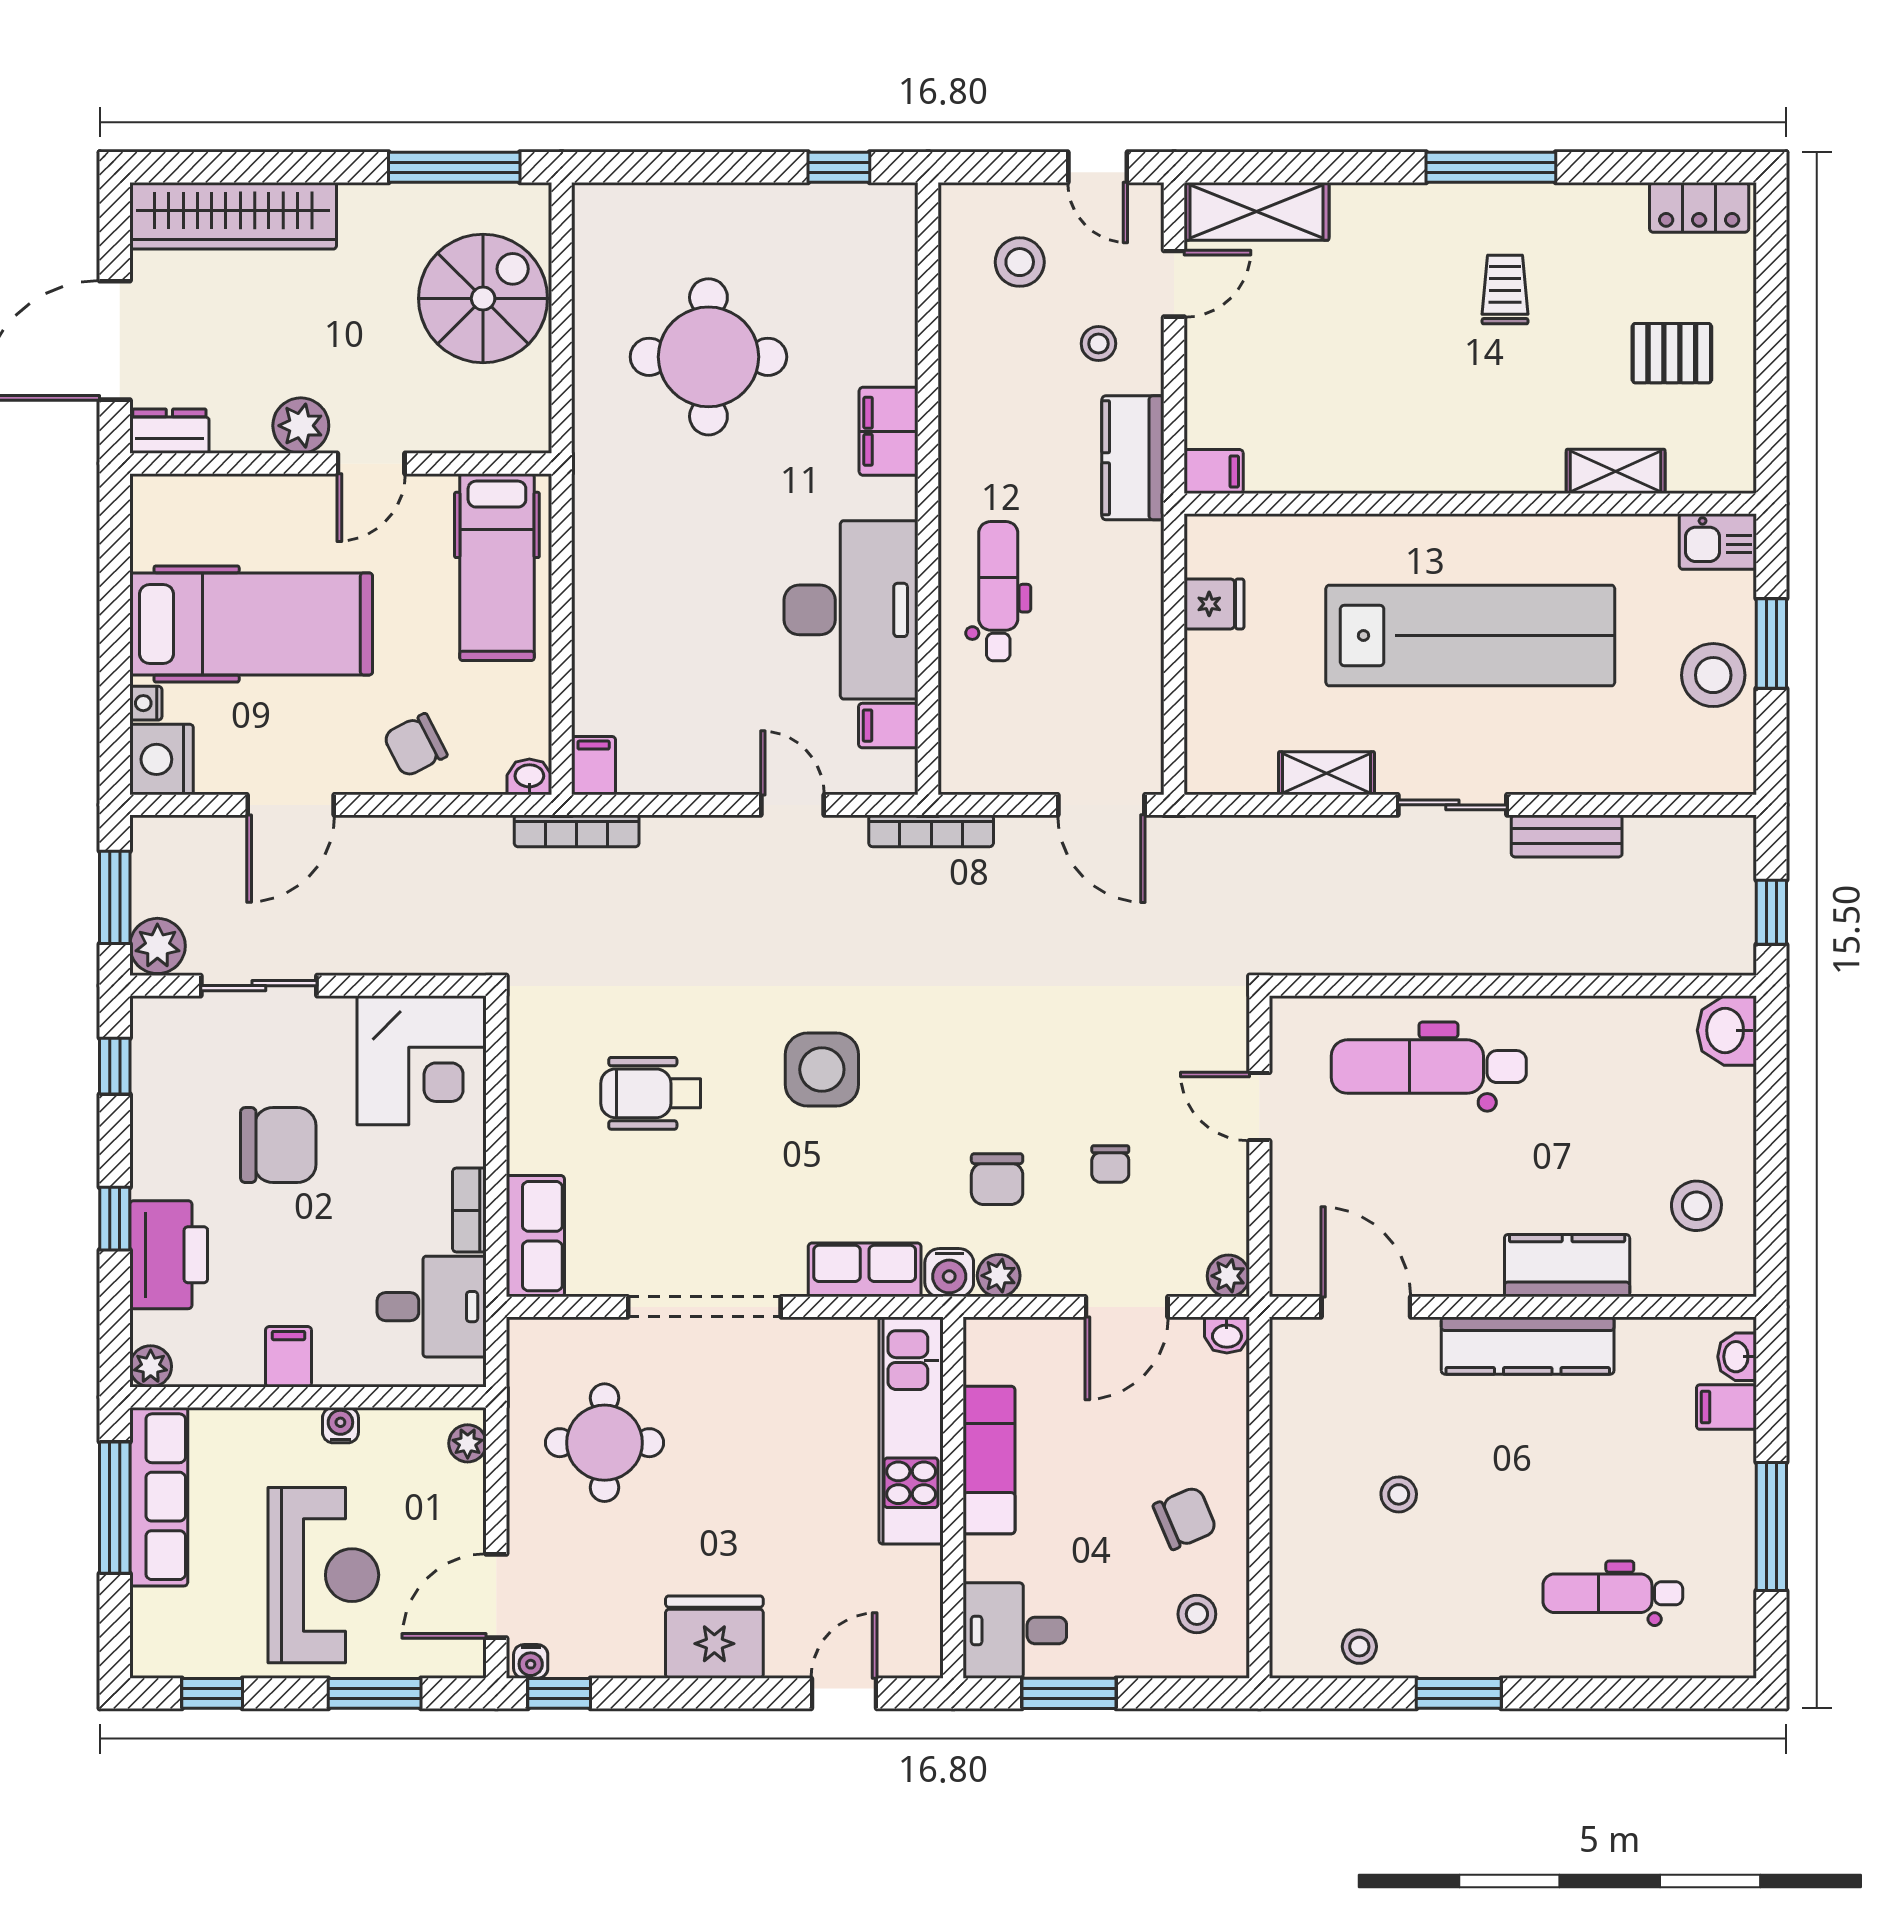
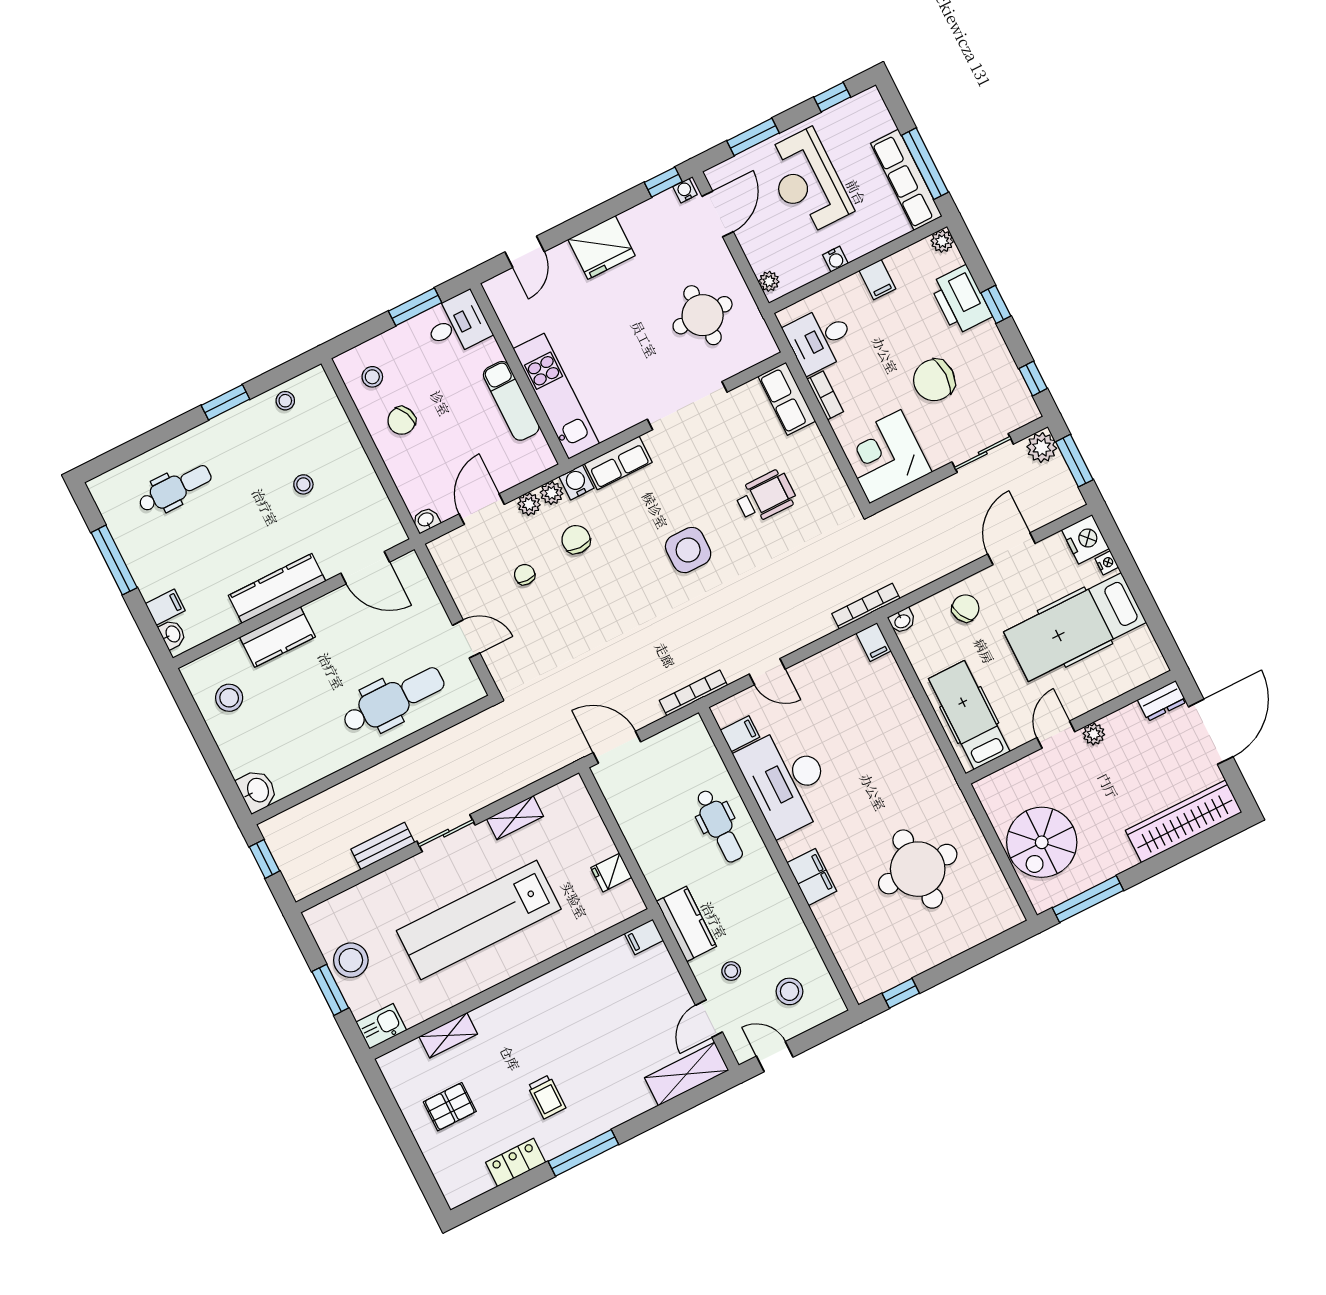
locker: (1699, 207) -> (516, 1162), moved
plant: (301, 426) -> (1094, 734), width x0.73, depth x0.73
plant: (1228, 1276) -> (529, 504), moved

